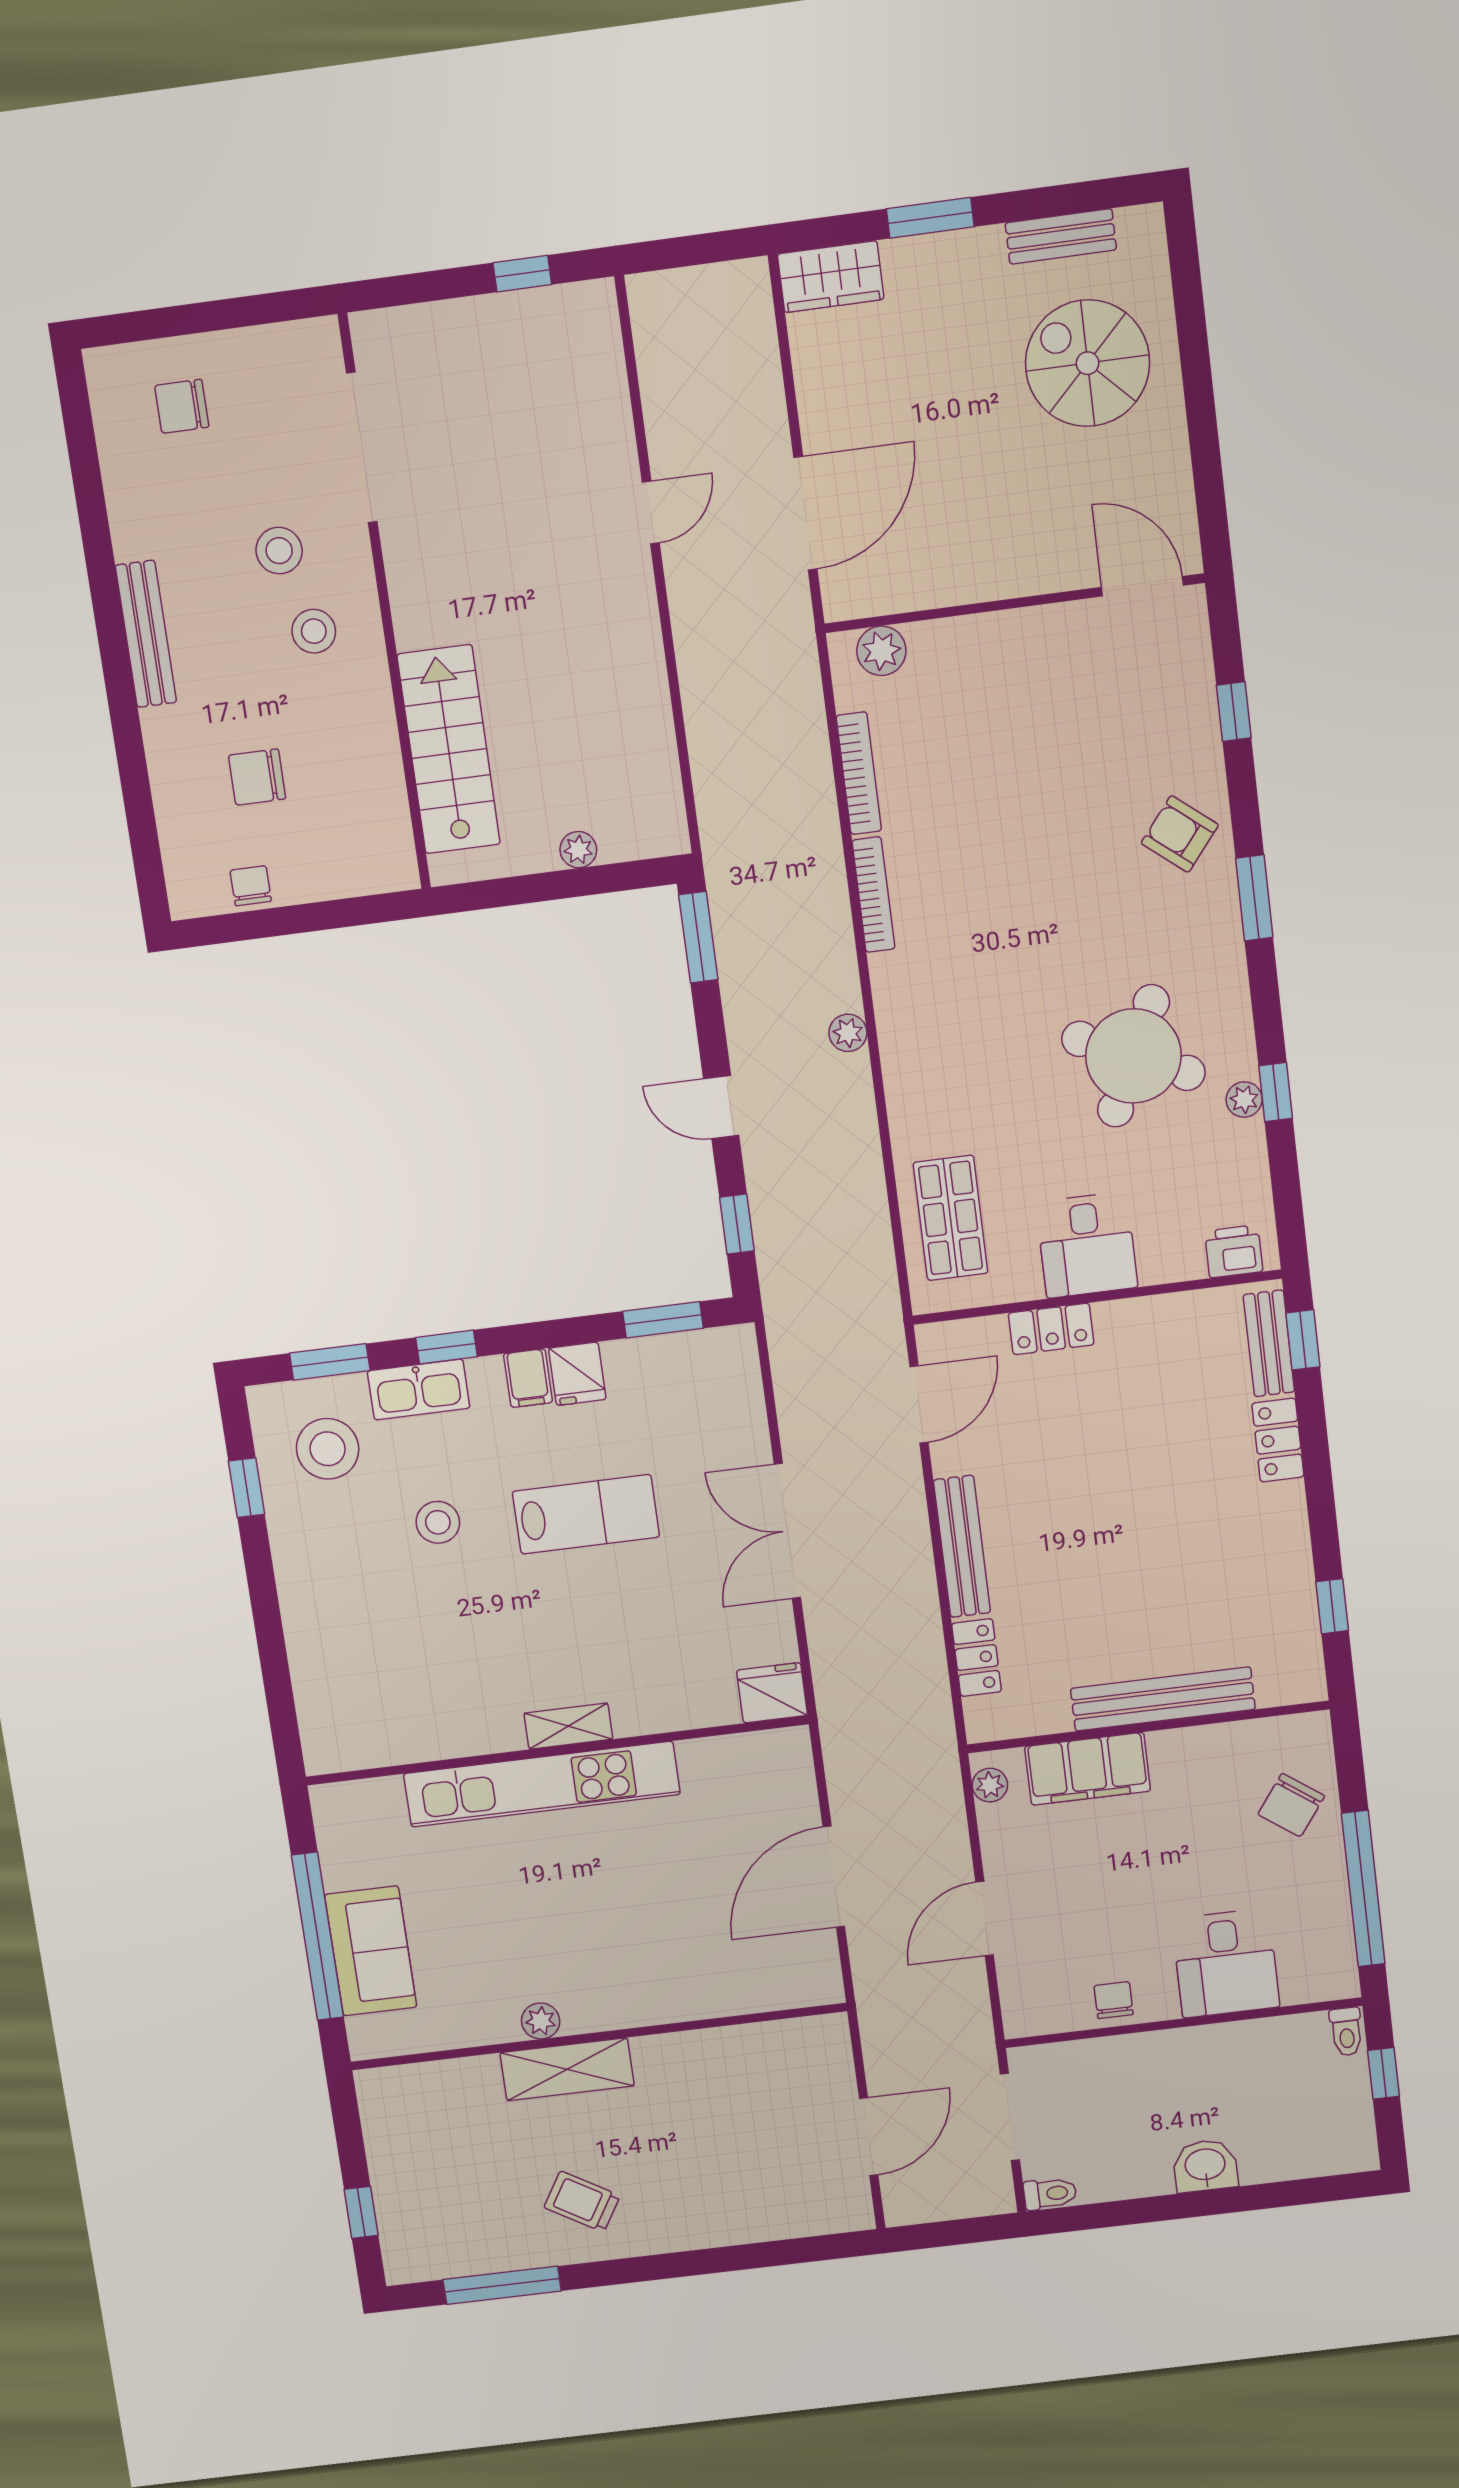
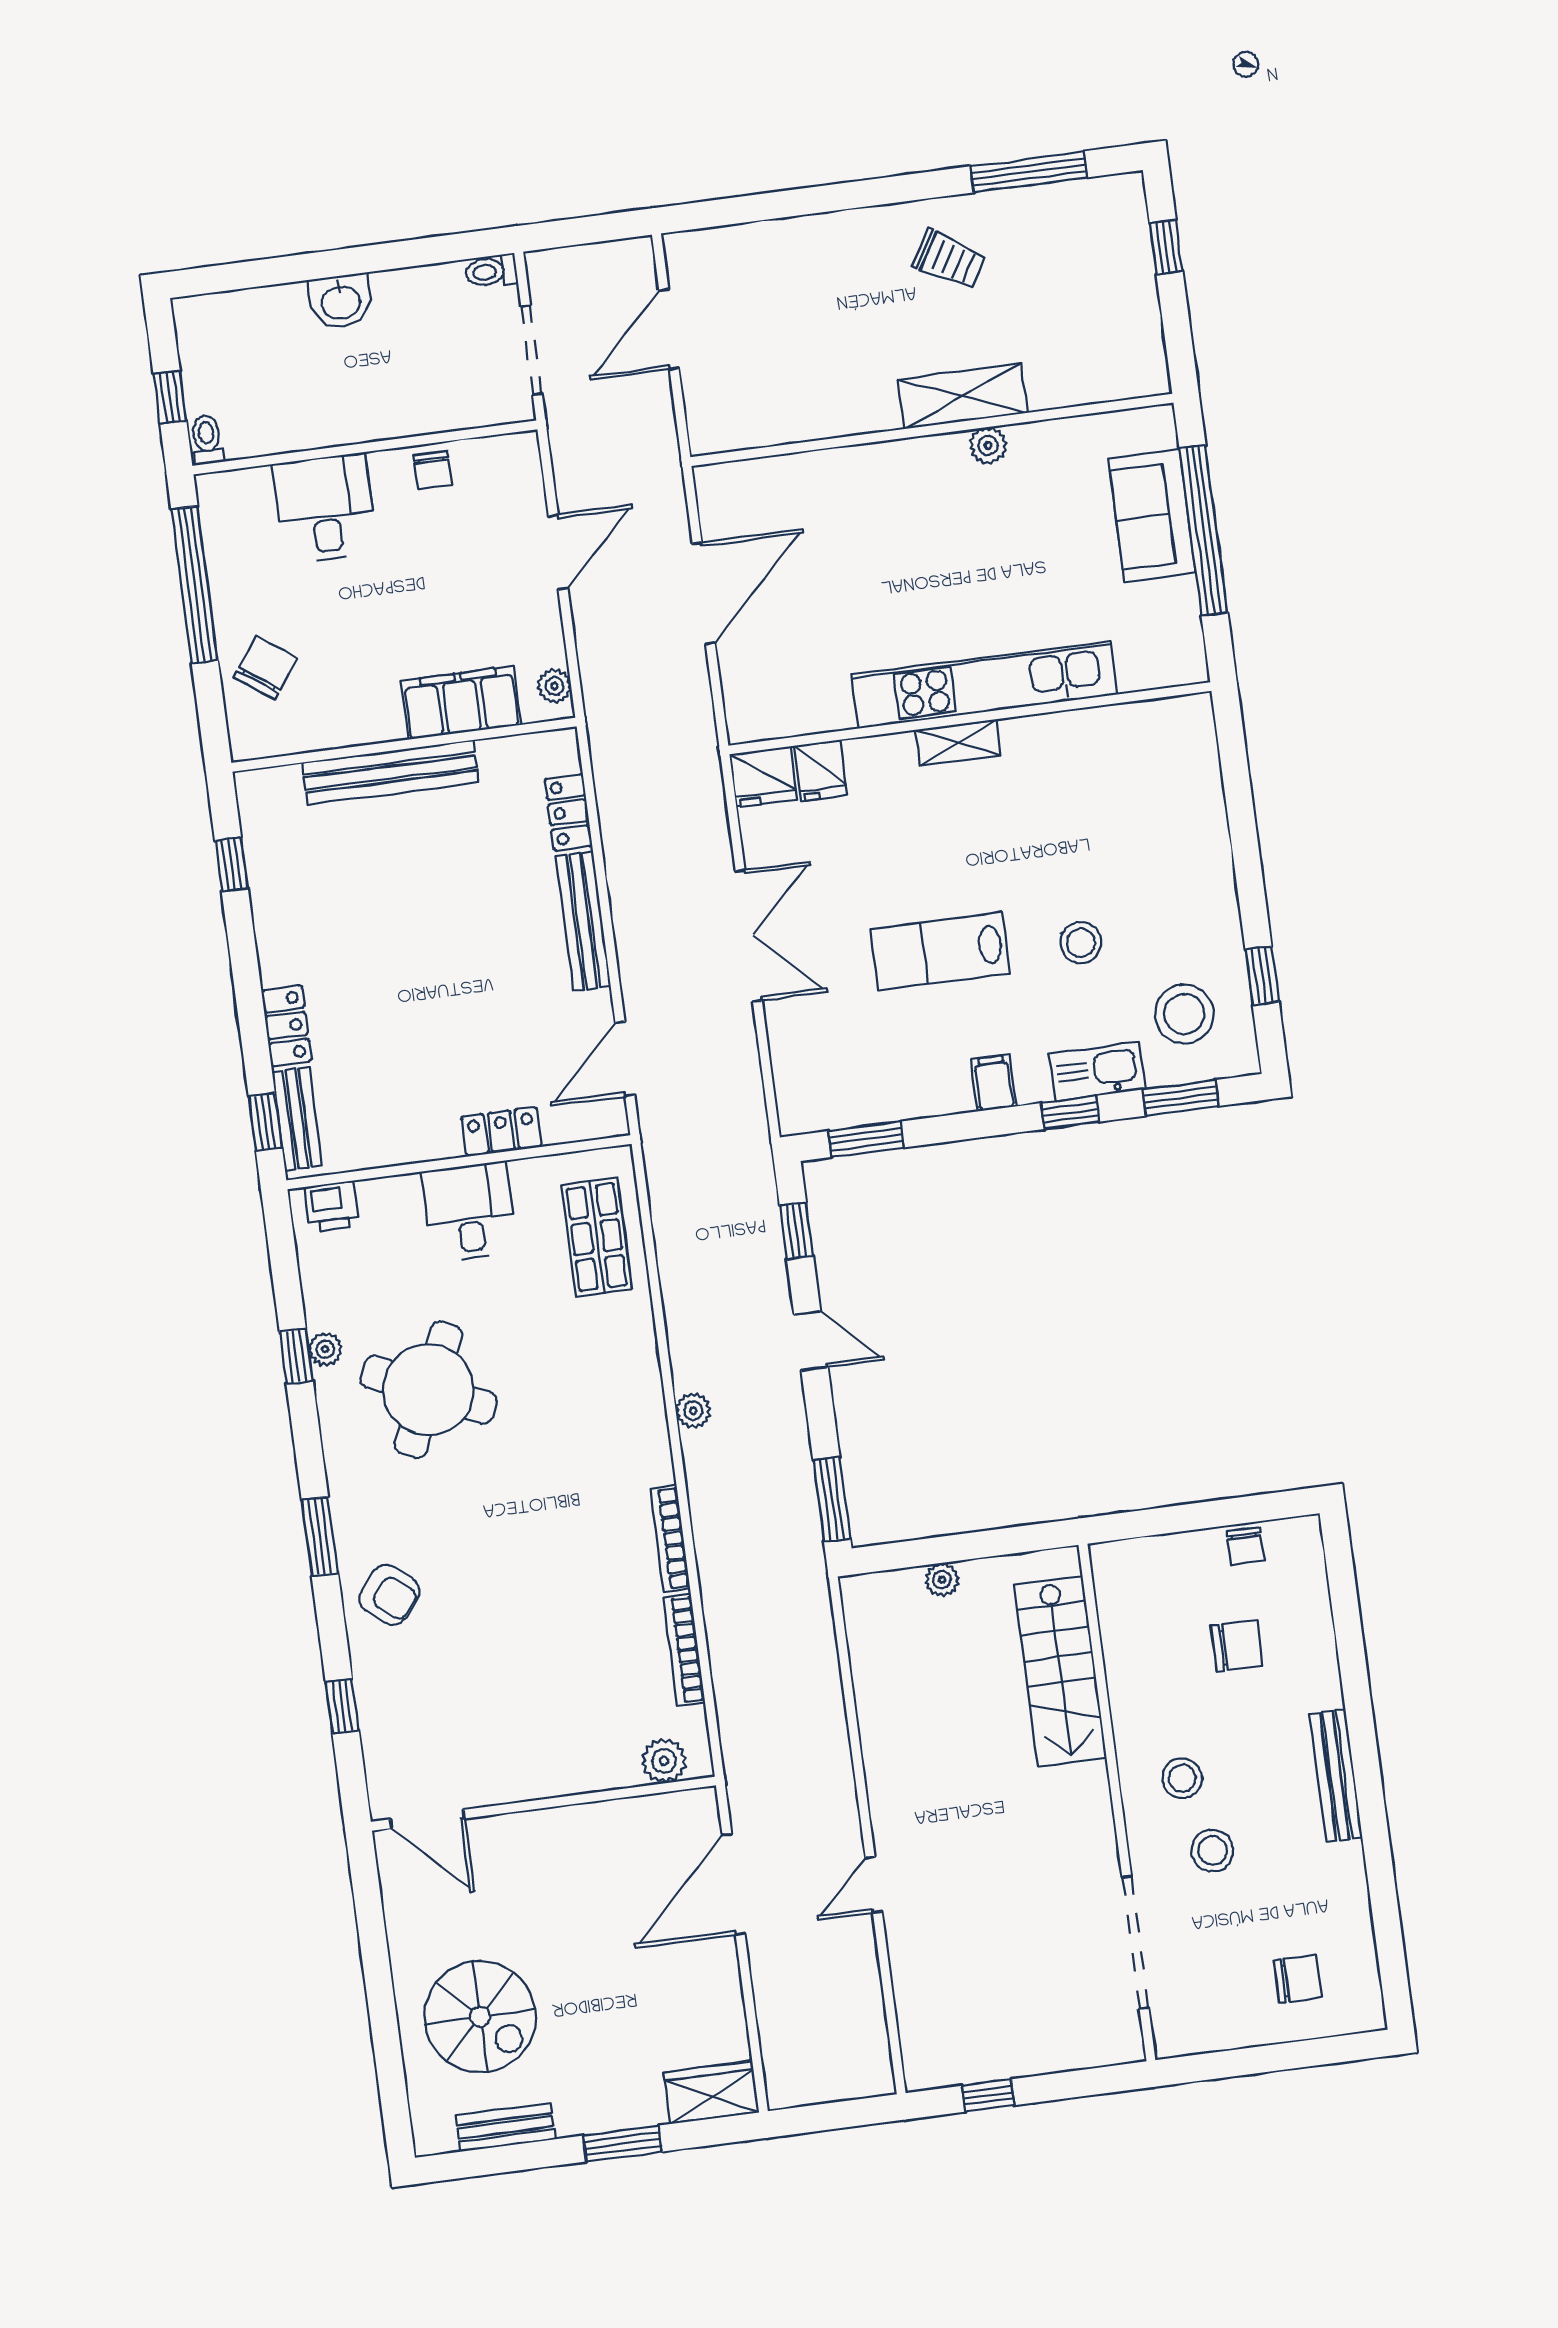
fridge: (577, 1374) -> (821, 771), moved, turned 180

